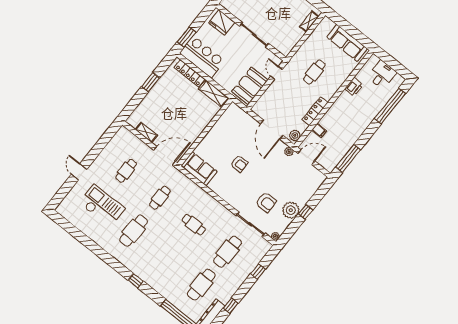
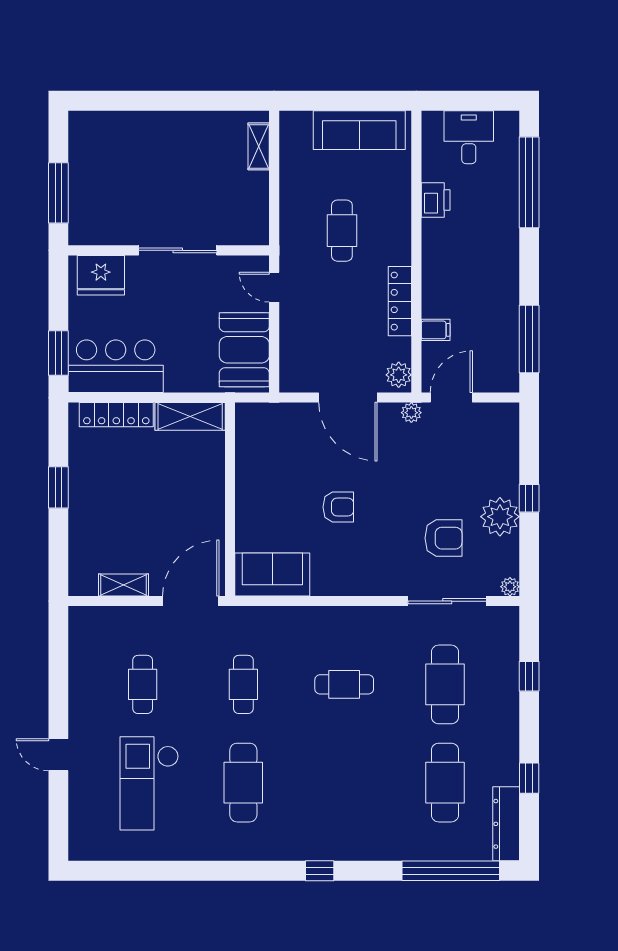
checkout: (102, 206) -> (149, 783), turned -90

